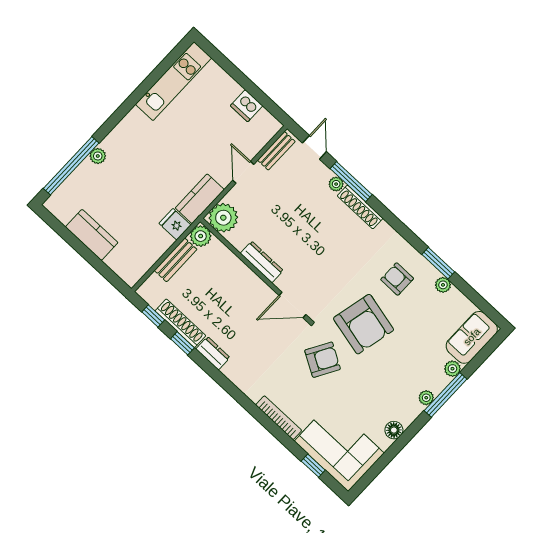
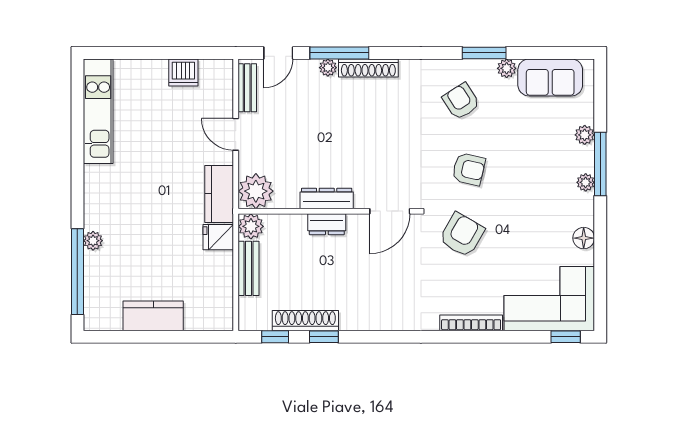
door: (314, 147) -> (278, 53), swing flipped
armchair: (397, 279) -> (461, 101), turned 57
armchair: (364, 324) -> (469, 169), width x0.53, depth x0.53
sofa: (472, 337) -> (550, 77), moved, turned -90
dresser: (213, 353) -> (327, 224), moved, turned 180
window: (313, 466) -> (566, 337), moved

